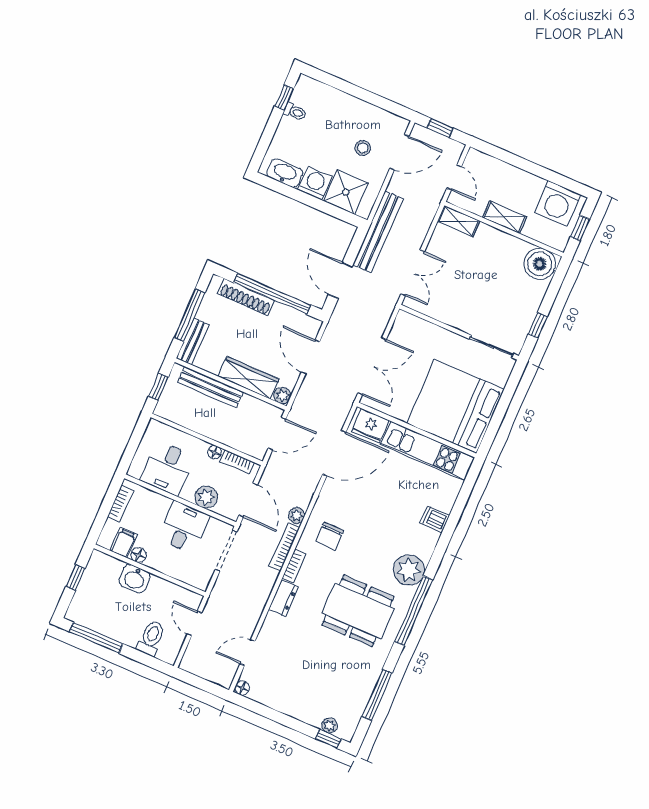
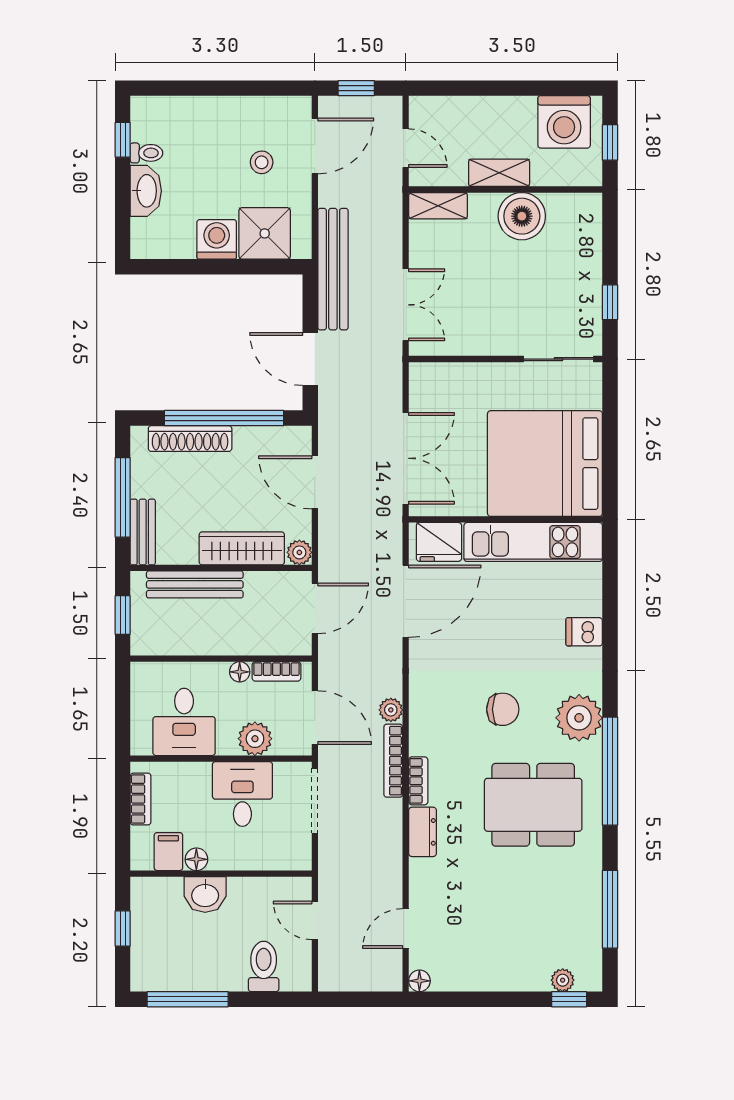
washbasin: (285, 173) -> (146, 191), moved, turned 90
boiler: (540, 264) -> (522, 216), moved
chair: (330, 536) -> (503, 709), moved, turned -90

